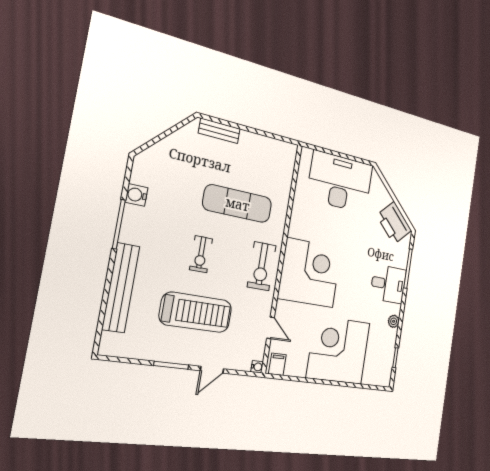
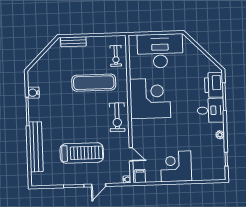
printer: (394, 223) -> (214, 85), moved, turned 45
exercise bike: (201, 254) -> (116, 56), moved
corner desk: (310, 273) -> (150, 98), moved
corner desk: (338, 350) -> (176, 166), width x0.74, depth x0.74

